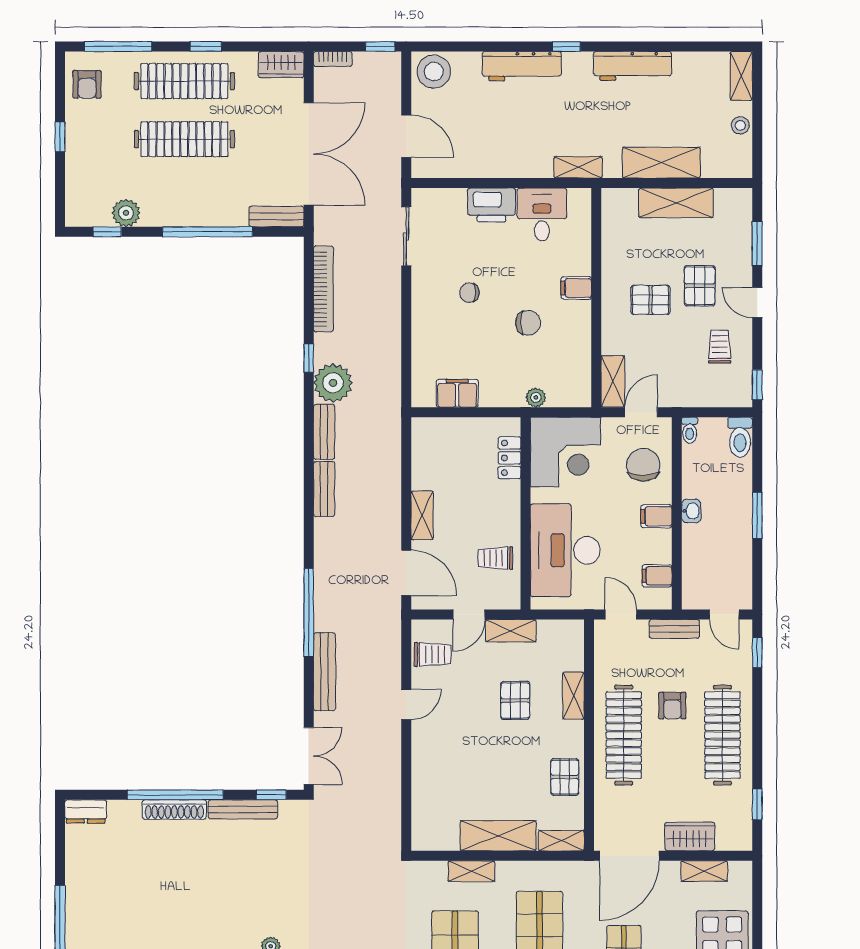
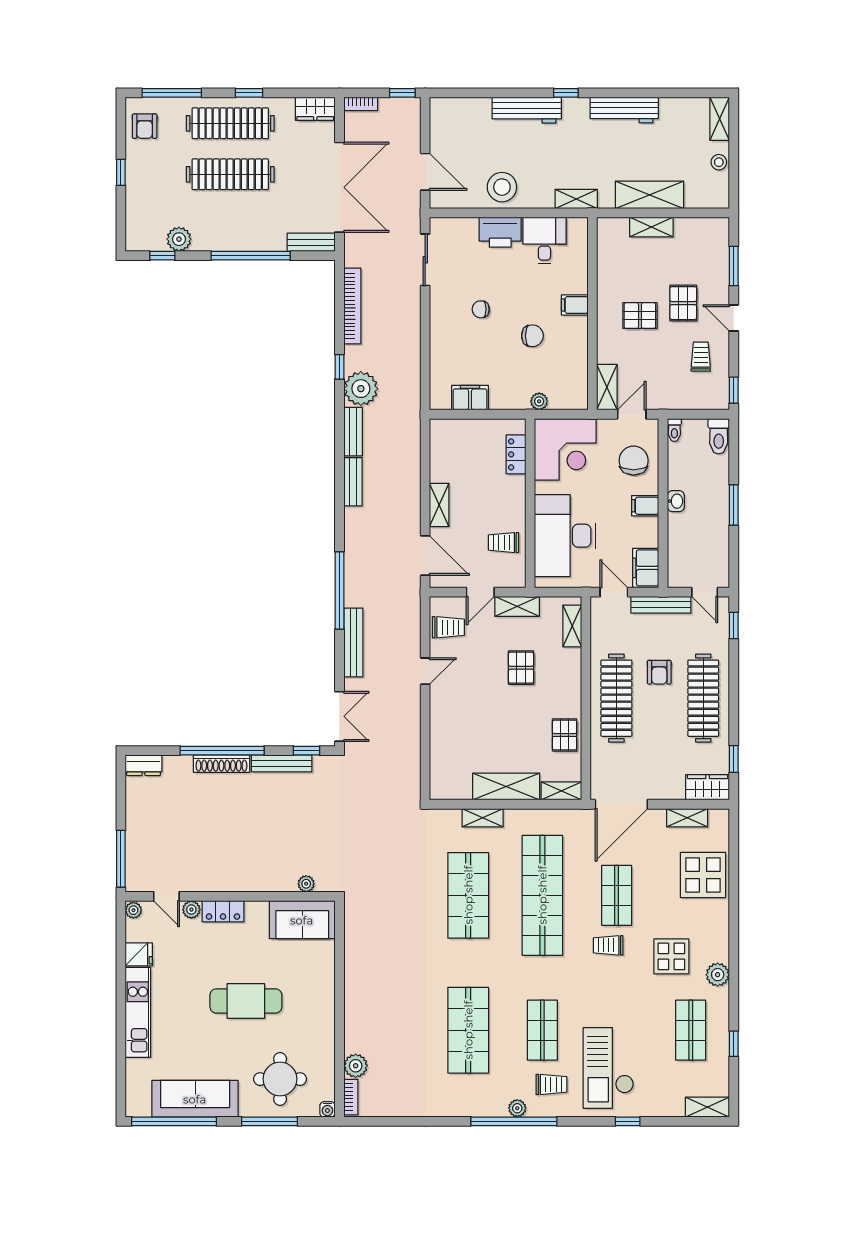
stool: (434, 72) -> (502, 187), moved
shelving: (676, 203) -> (651, 227), width x0.67, depth x0.75
filing cabinet: (657, 576) -> (646, 568), width x2.00
bench: (674, 629) -> (661, 605), width x1.36
shelving: (573, 696) -> (572, 626), moved
wardrobe: (690, 837) -> (708, 787), moved

